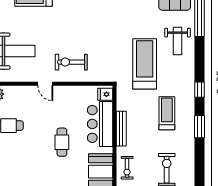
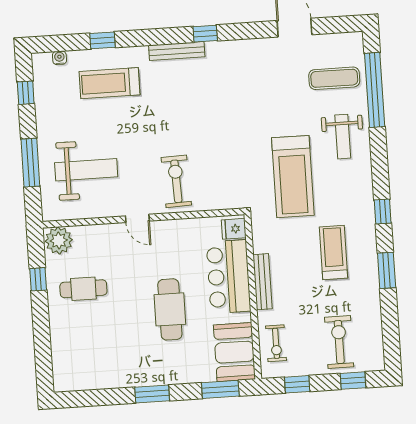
exercise bike: (71, 62) -> (176, 181), turned 88
treadmill: (145, 64) -> (293, 177), turned 180
cafe table: (62, 142) -> (170, 309), width x1.37, depth x1.35

